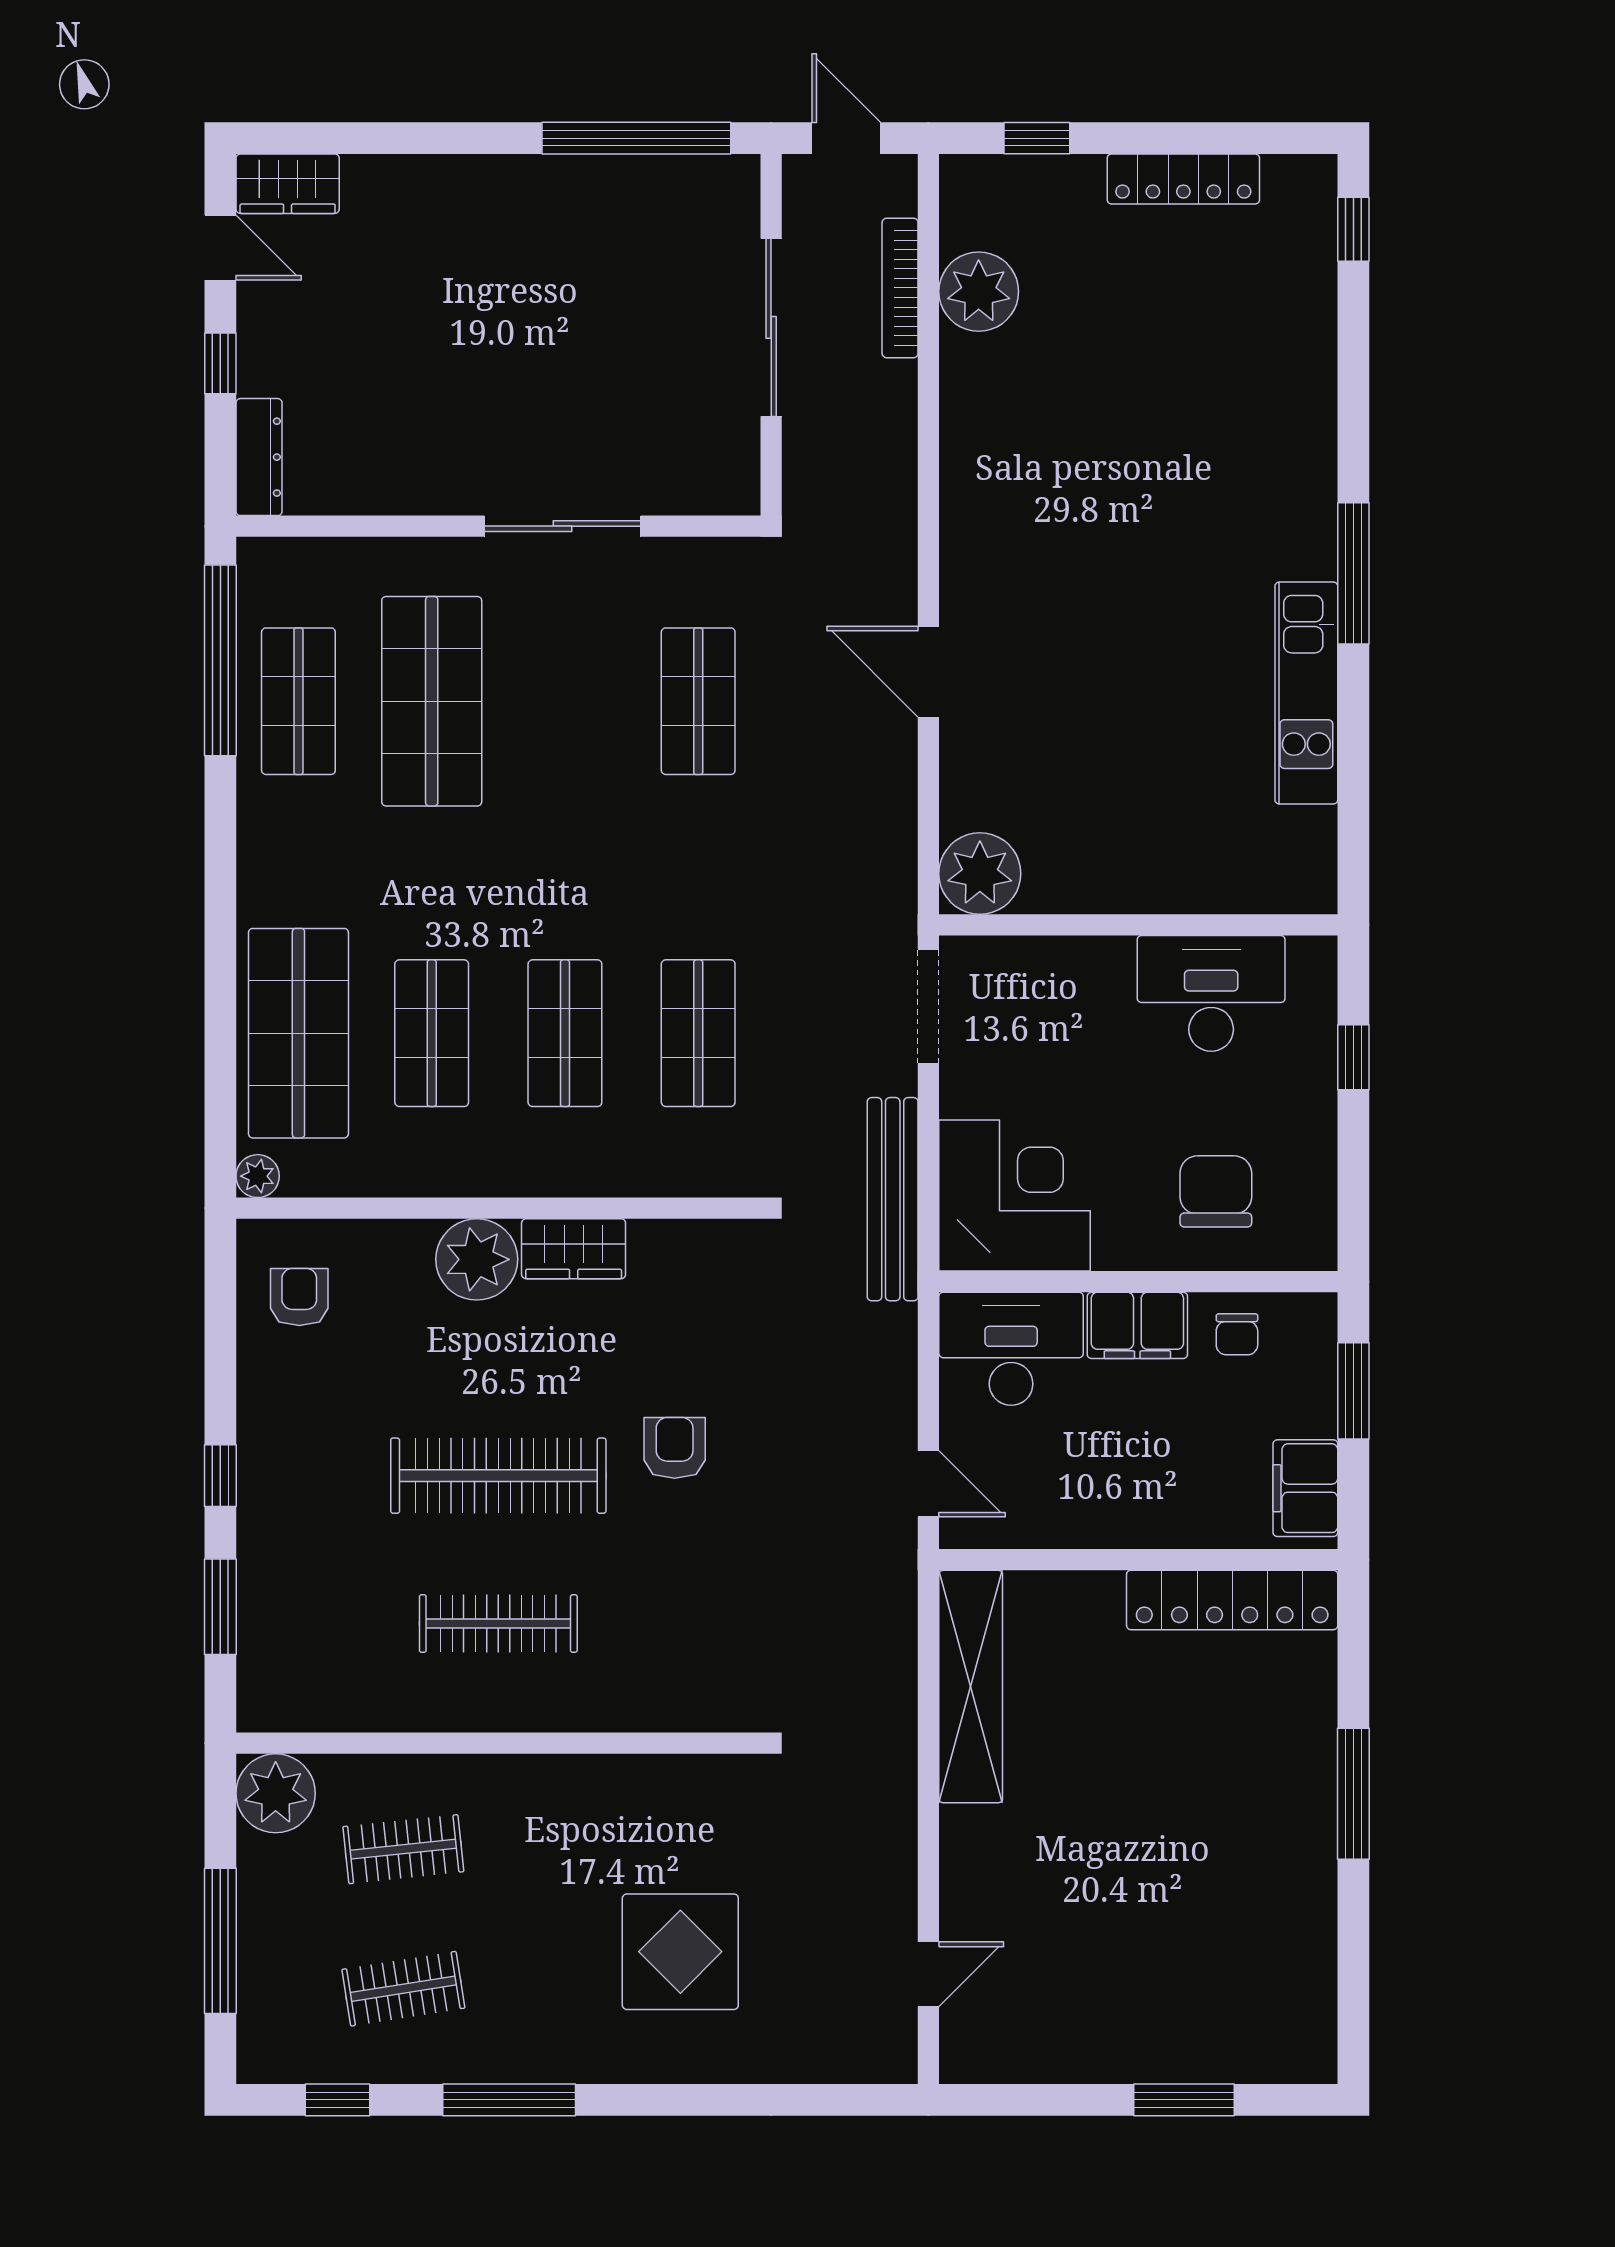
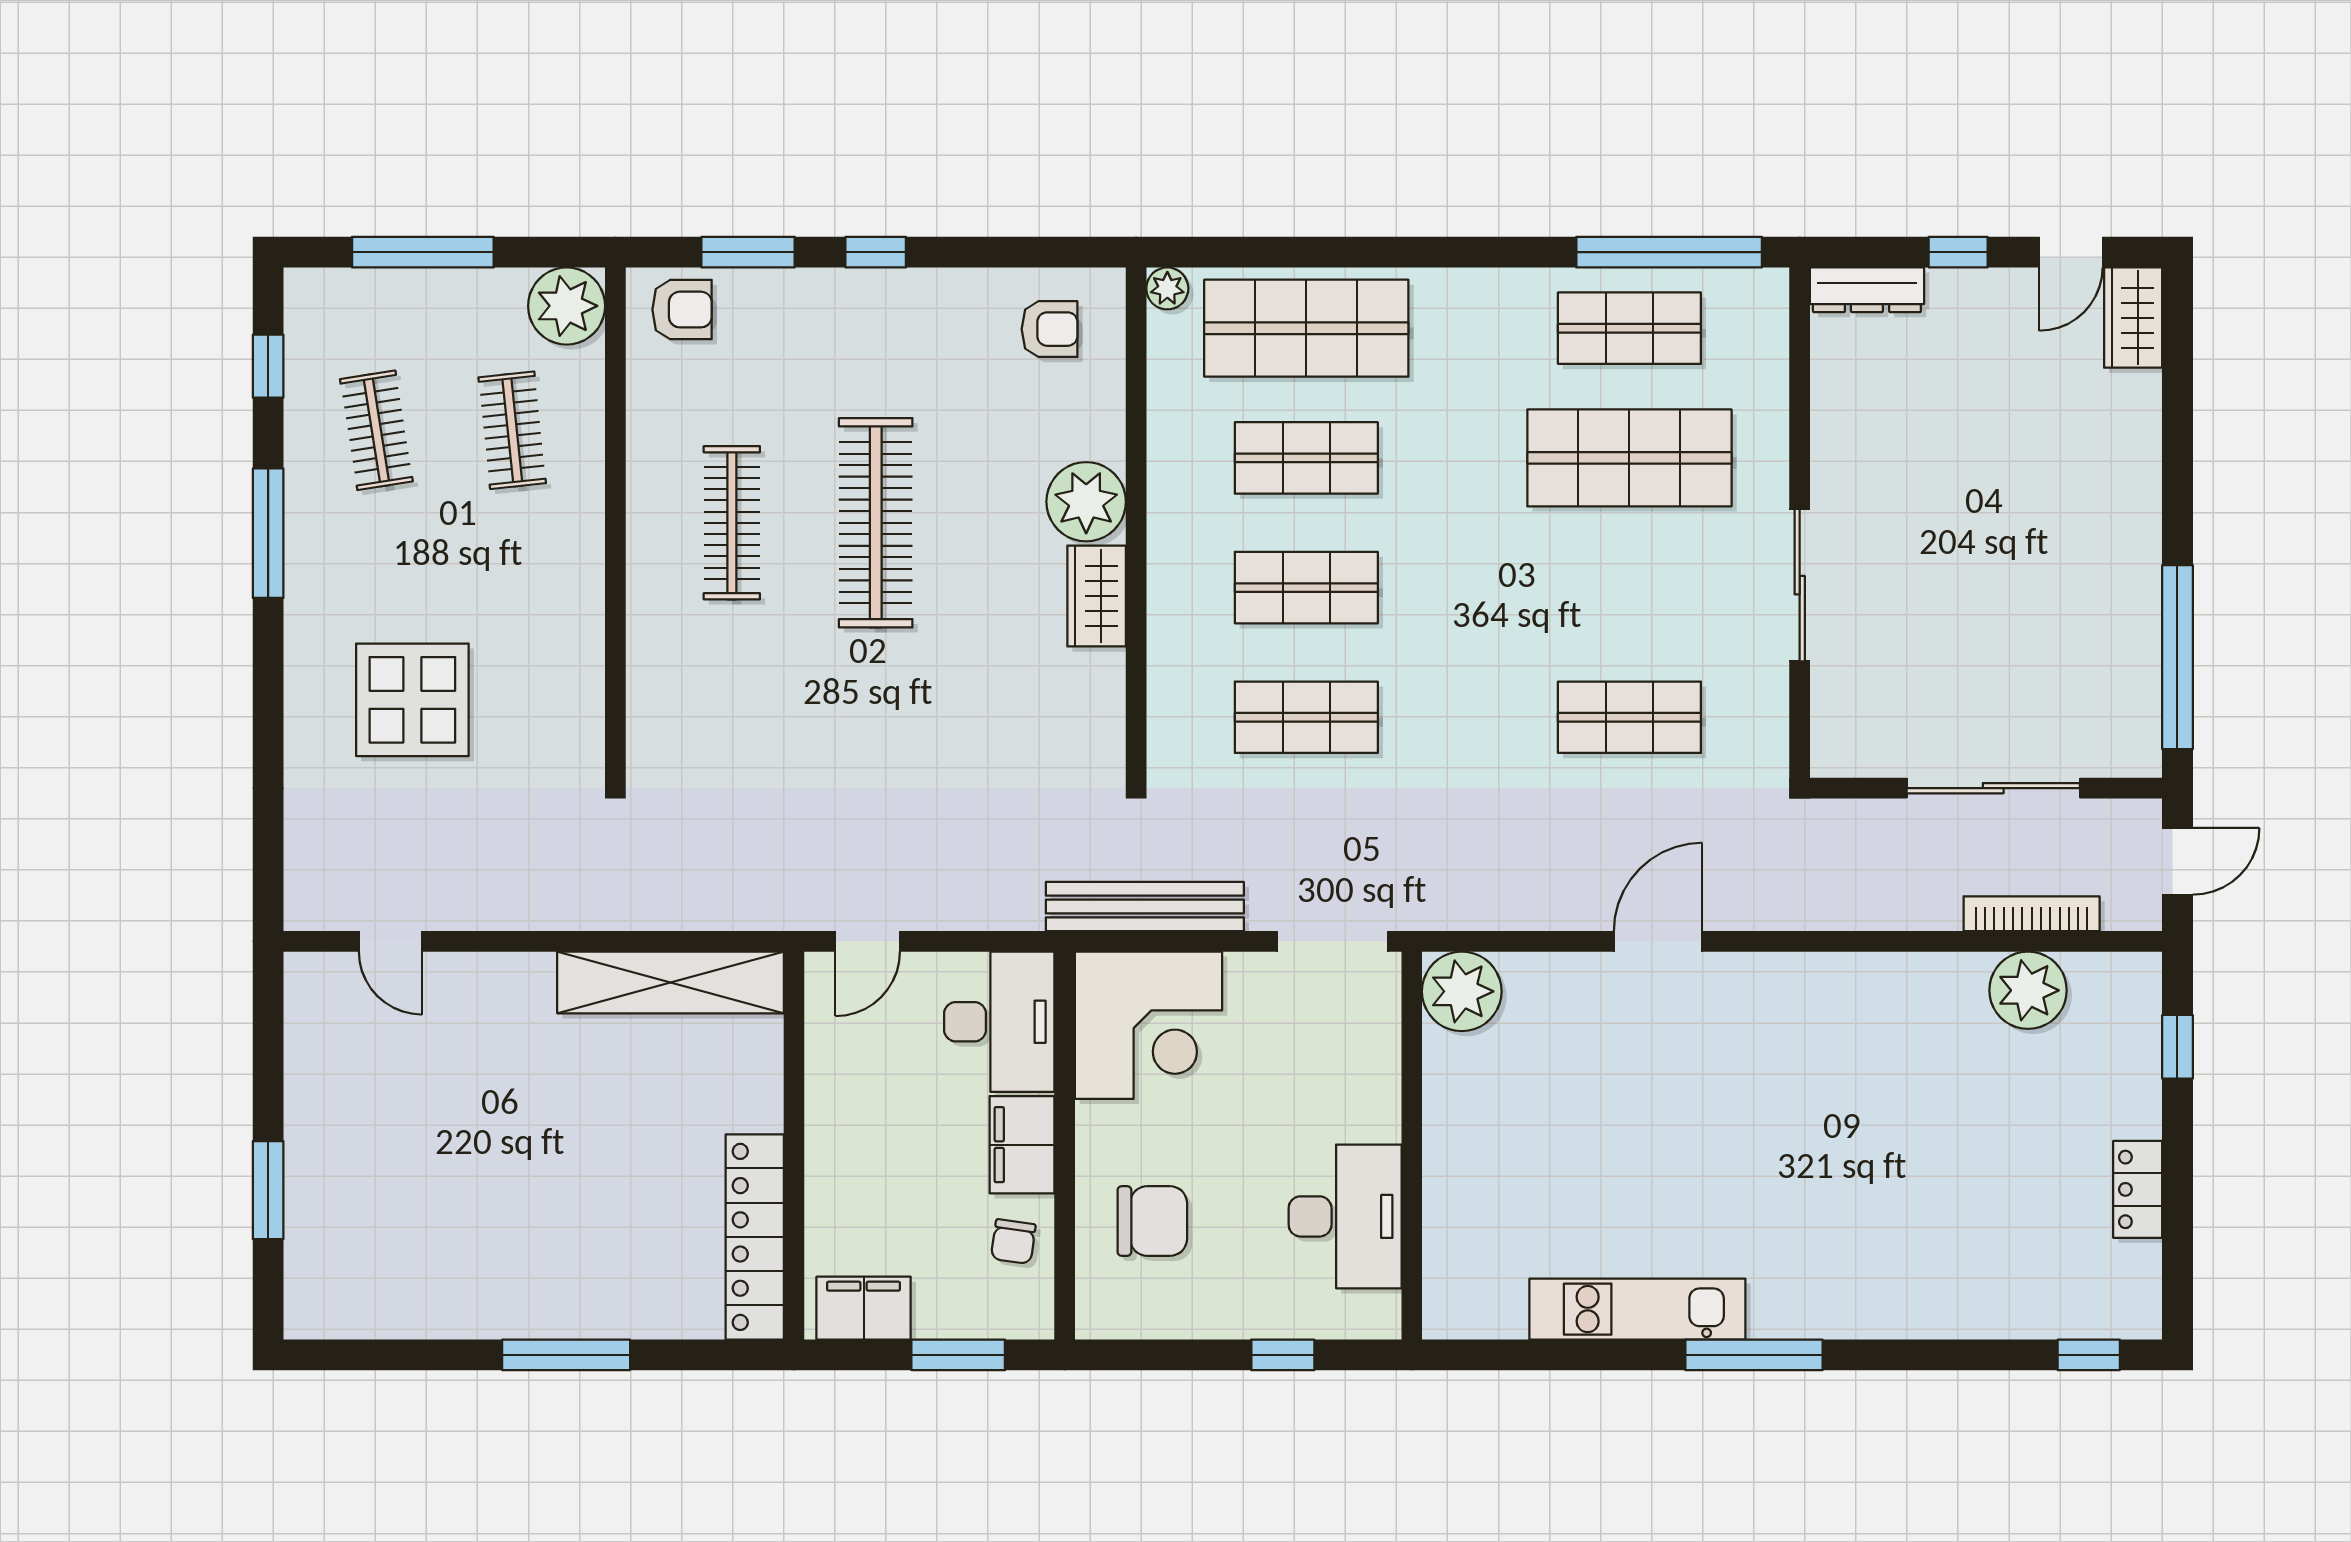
locker: (1183, 179) -> (2138, 1189), width x0.66
chair: (1237, 1334) -> (1013, 1242), turned -82
armchair: (675, 1448) -> (682, 310), moved

